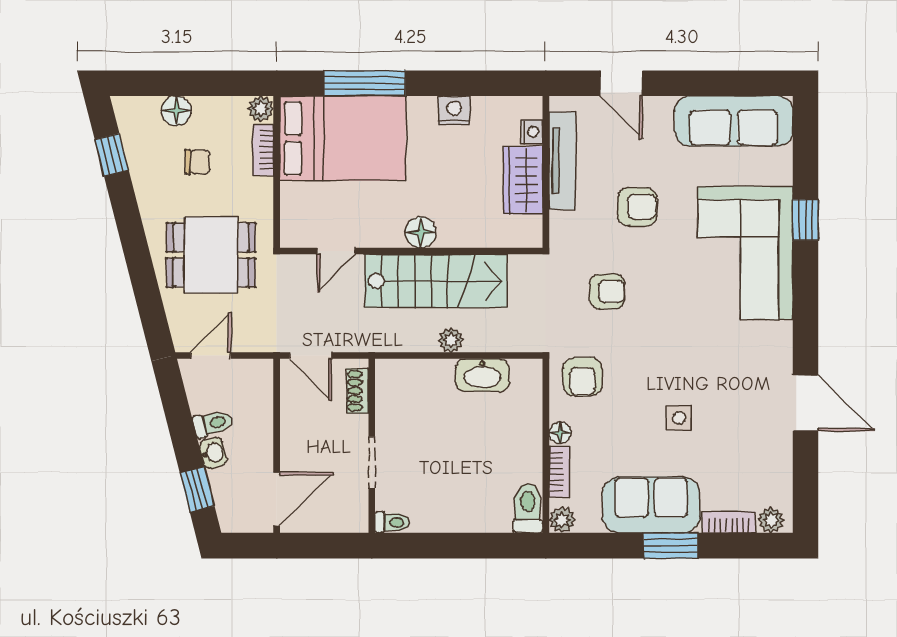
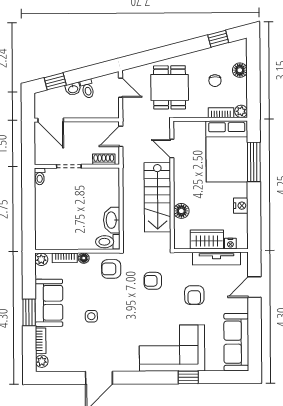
floor lamp: (421, 232) -> (181, 211), moved
armchair: (607, 292) -> (153, 281), turned 90
plant: (451, 340) -> (129, 205), removed
toilet: (528, 508) -> (108, 242), moved, turned 180

